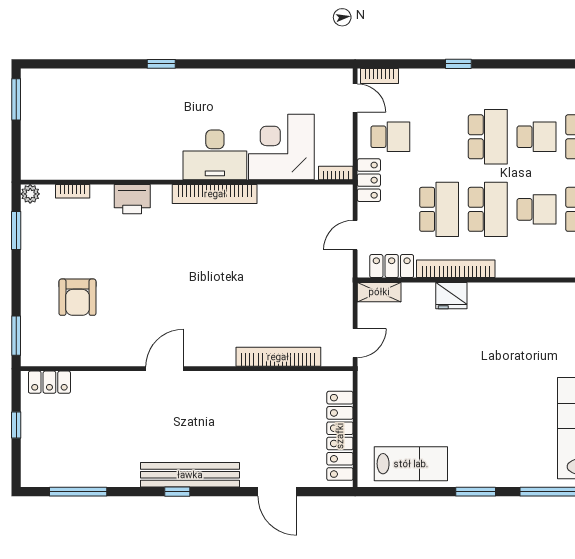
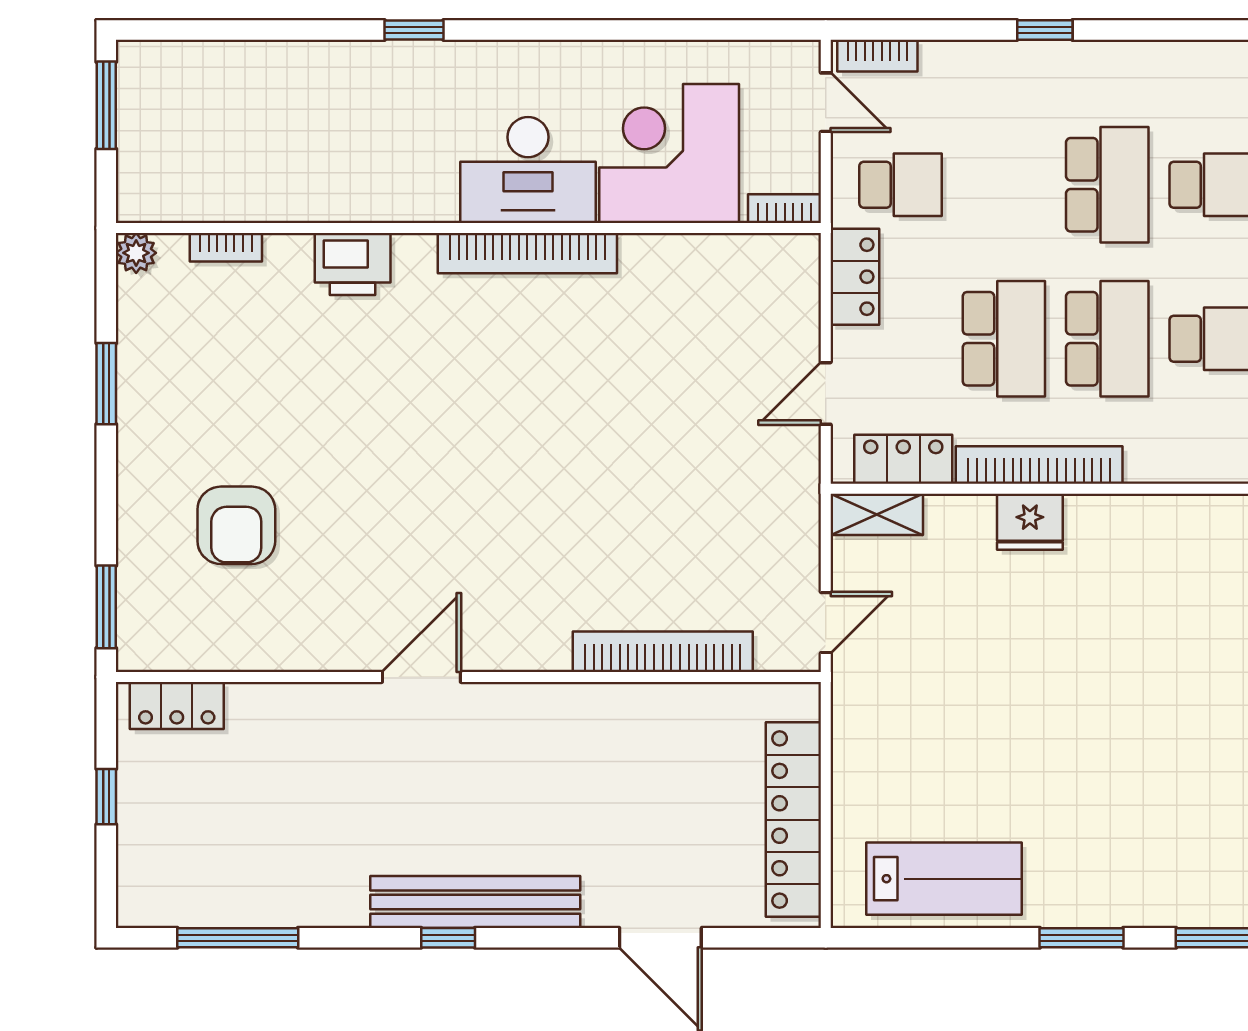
corner desk: (281, 147) -> (669, 153), moved
desk: (215, 155) -> (528, 170), moved
bookcase: (336, 173) -> (785, 209), moved
wall: (187, 182) -> (468, 228), moved
bookcase: (73, 191) -> (226, 247), moved
plant: (30, 194) -> (136, 253), moved
bookcase: (215, 194) -> (527, 253), moved
printer: (132, 199) -> (353, 264), moved

